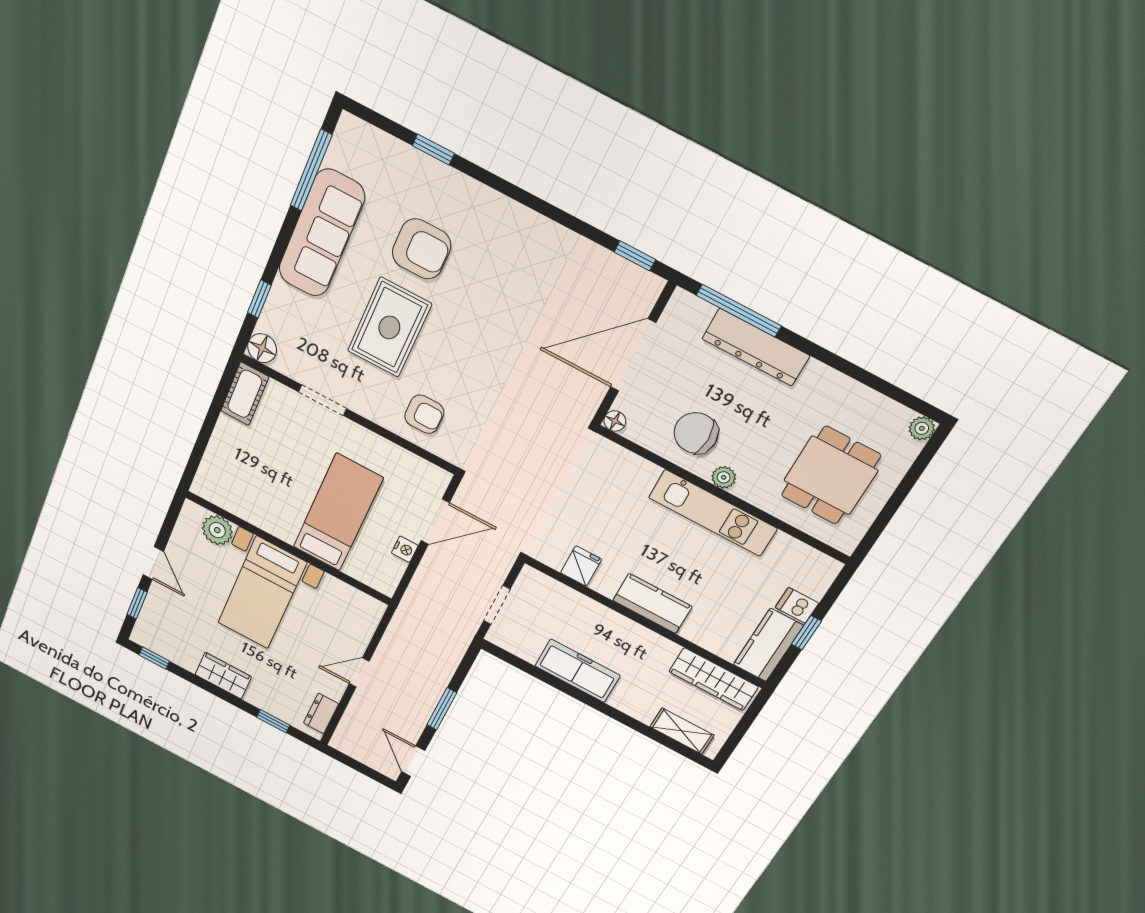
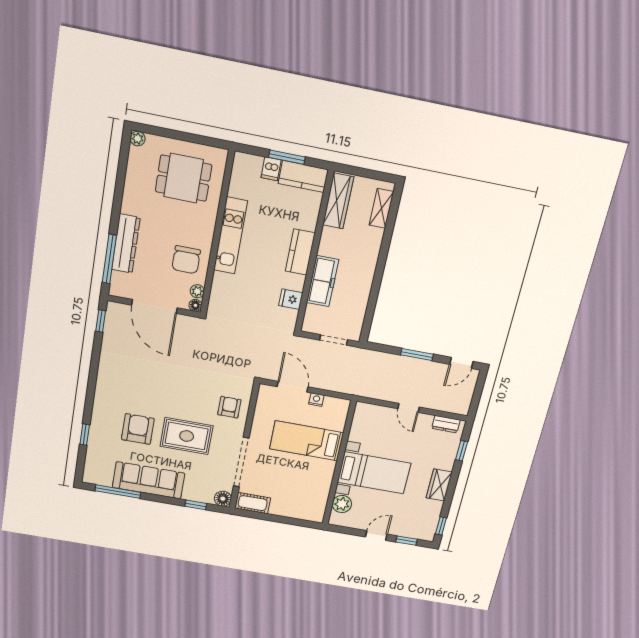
doorway: (323, 400) -> (241, 462), width x1.88
plant: (724, 477) -> (197, 291), moved
window: (806, 633) -> (287, 157), width x1.50
freezer: (578, 671) -> (323, 281), moved, turned 180

